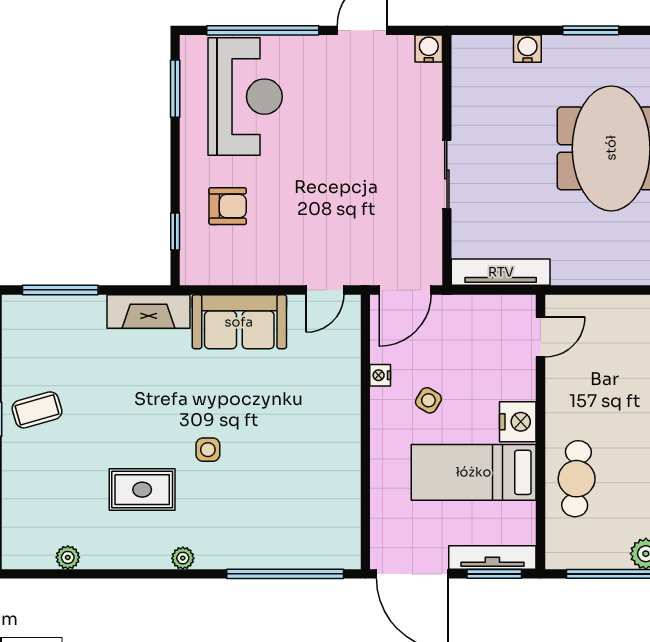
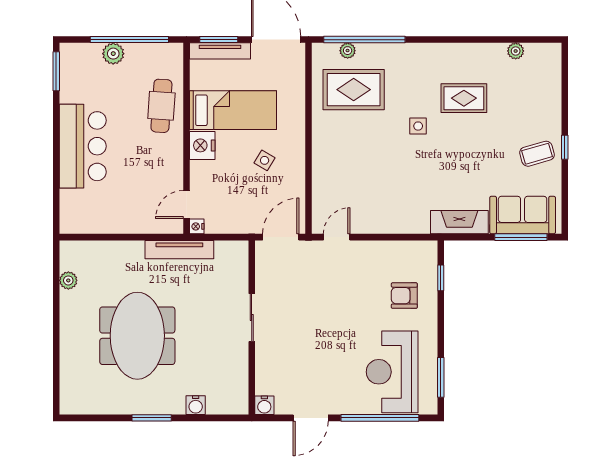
tv unit: (501, 272) -> (179, 250), moved
sofa: (239, 322) -> (523, 215), moved
nightstand: (380, 375) -> (197, 226), moved, turned 180
rug: (300, 502) -> (354, 90), added
plant: (183, 558) -> (348, 51), moved

